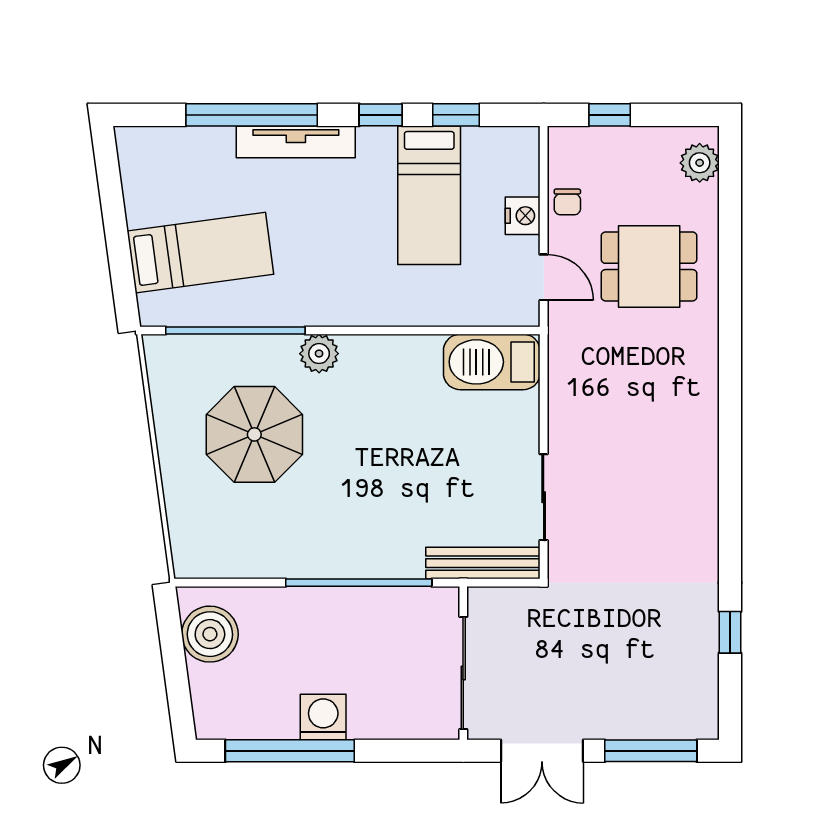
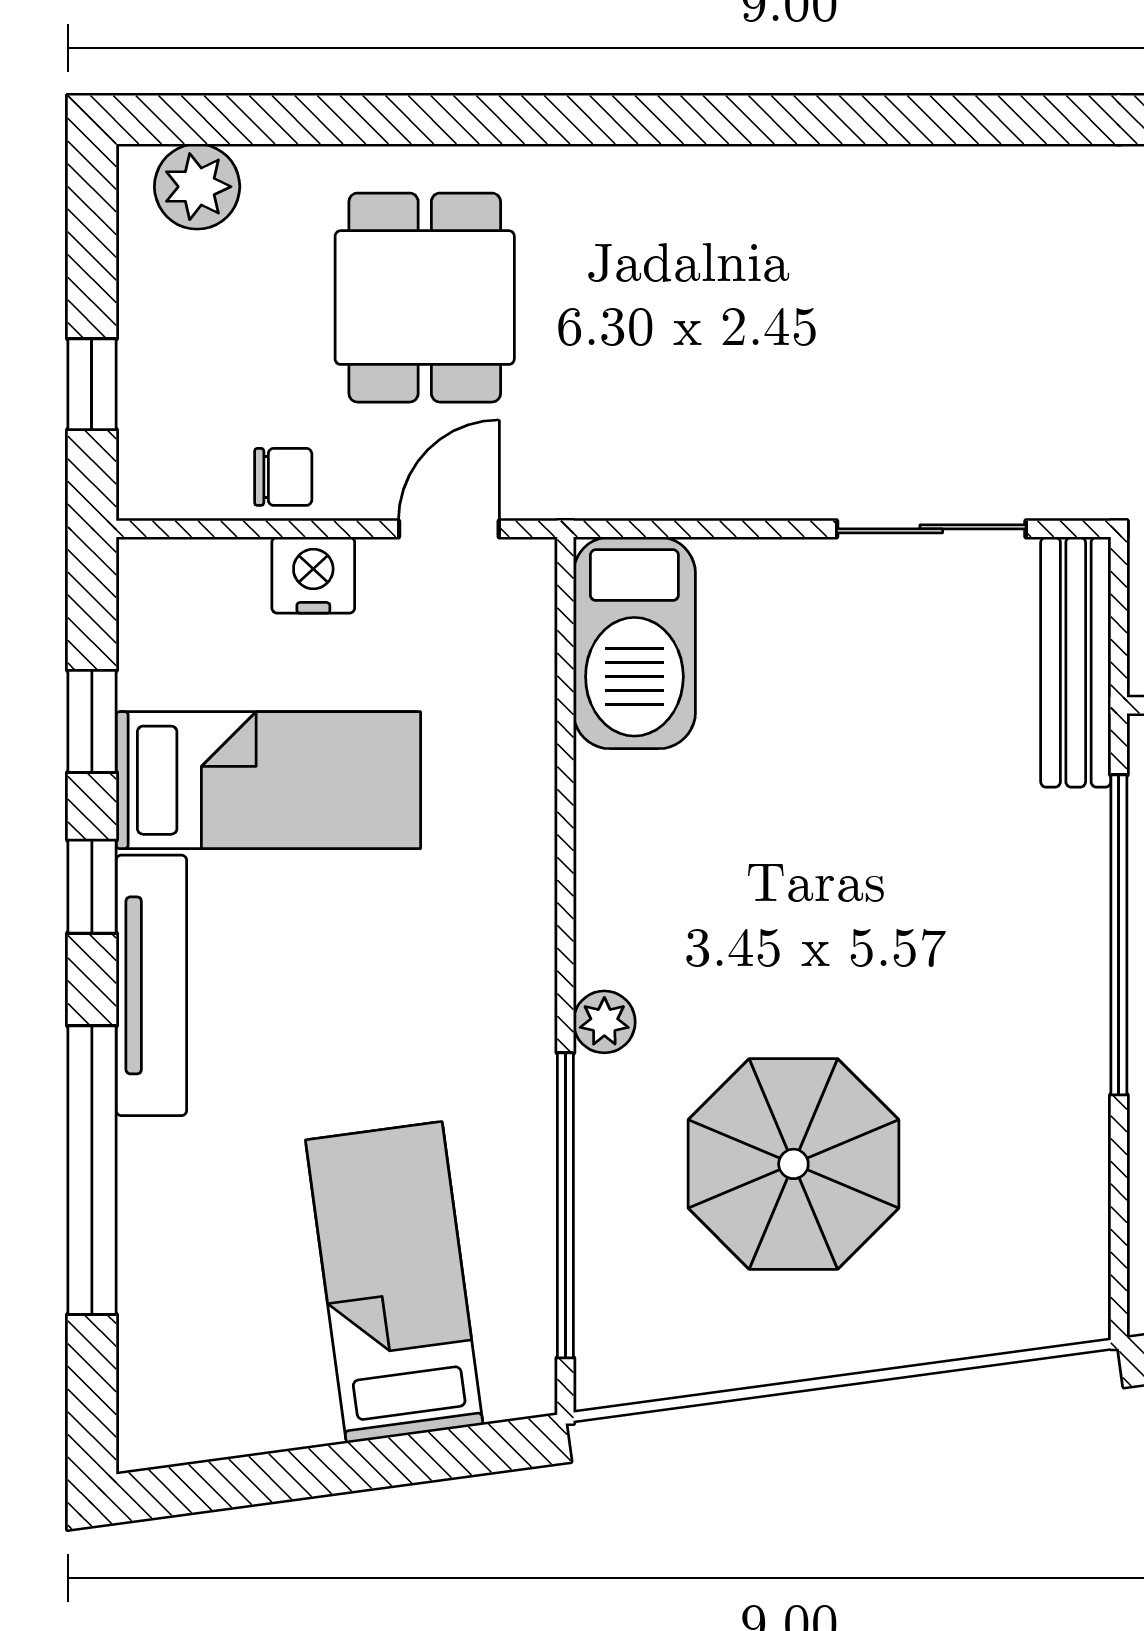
tv unit: (296, 142) -> (151, 985), moved
plant: (319, 354) -> (604, 1022), width x0.73, depth x0.73

